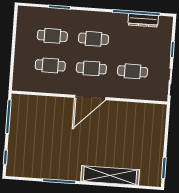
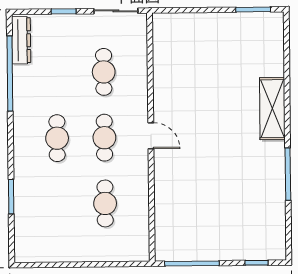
dresser: (143, 20) -> (21, 40), moved
cafe table: (52, 36) -> (58, 204), removed
door: (90, 98) -> (151, 136), width x0.53
shelving: (110, 175) -> (272, 109), width x0.68

